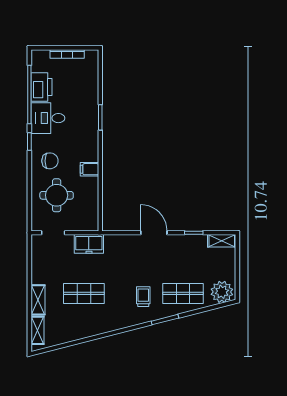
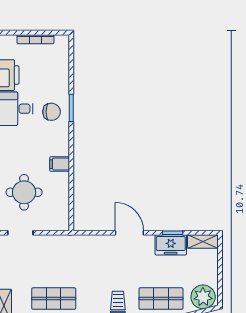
chair: (50, 161) -> (52, 112), moved
freezer: (89, 244) -> (171, 245), moved

